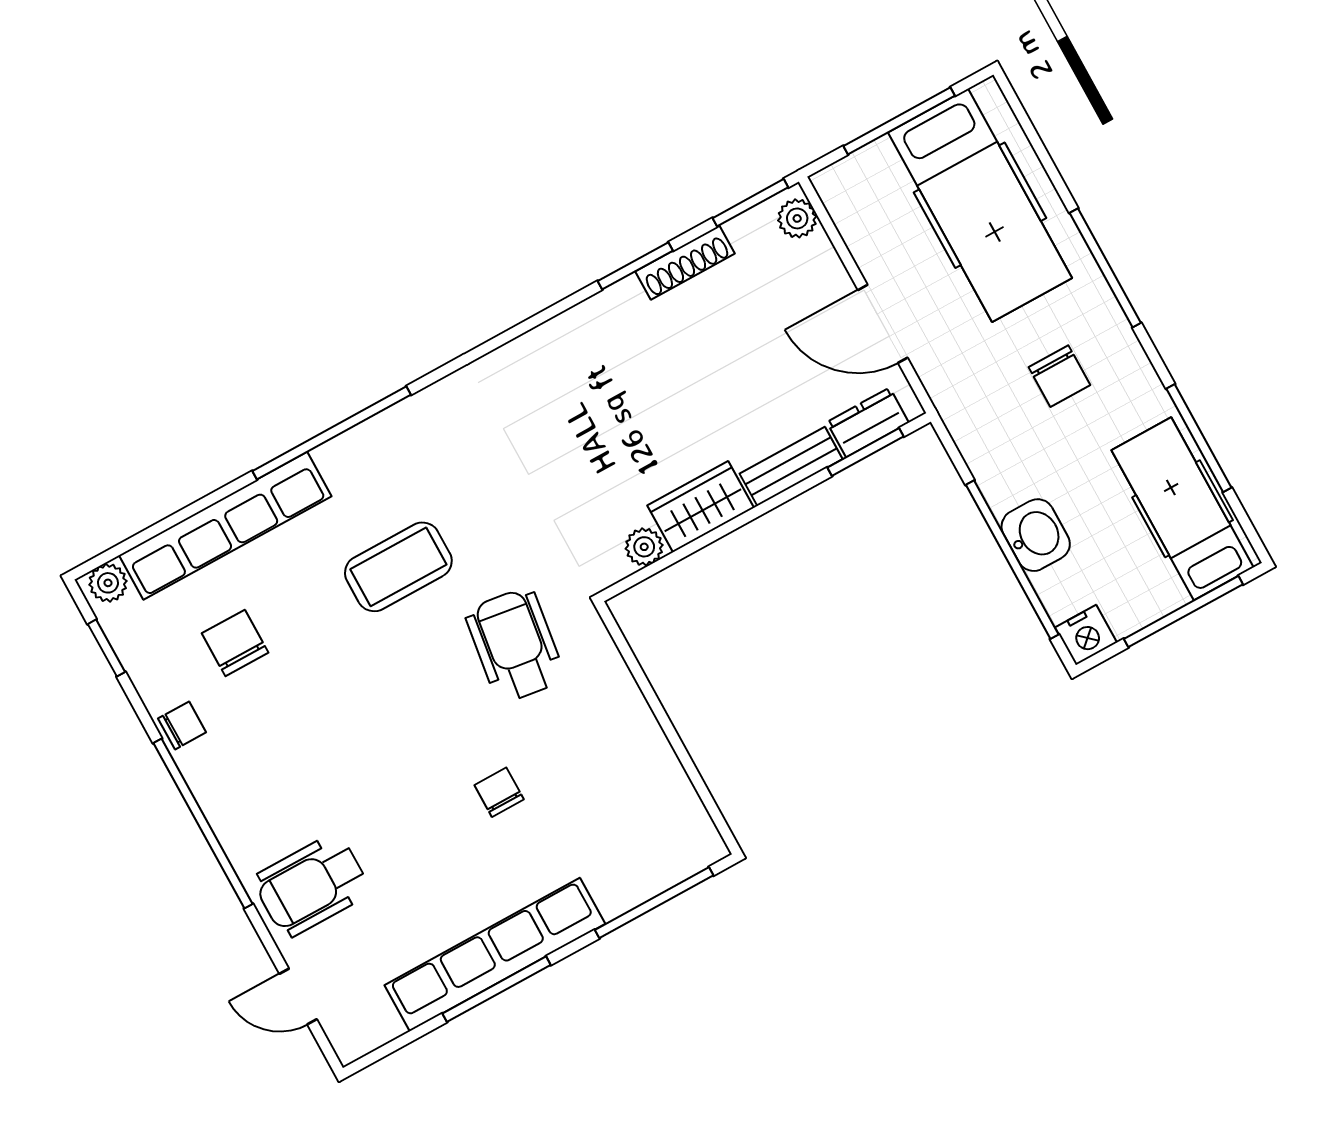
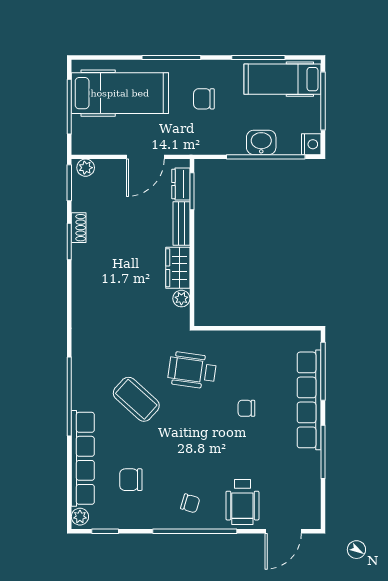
shoe rack: (685, 263) -> (79, 228), width x0.70
chair: (1059, 376) -> (204, 99), turned 180
coffee table: (398, 567) -> (136, 399), turned -48
chair: (182, 725) -> (190, 503), moved, turned 107
row of seats: (495, 954) -> (309, 400), moved
door: (298, 997) -> (283, 531), width x1.38

